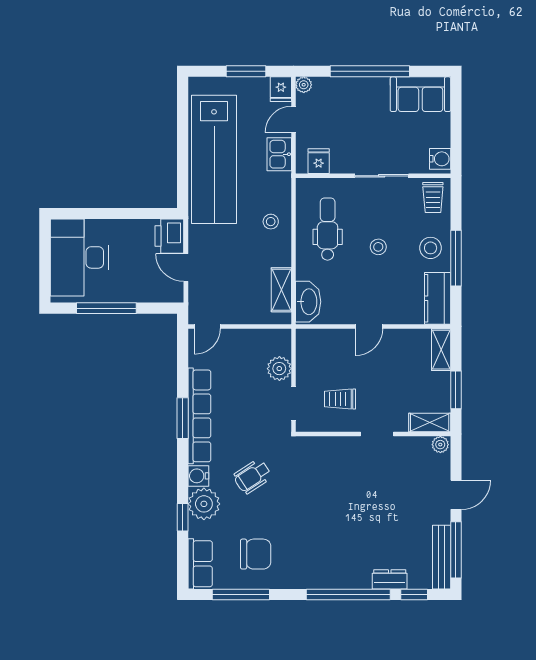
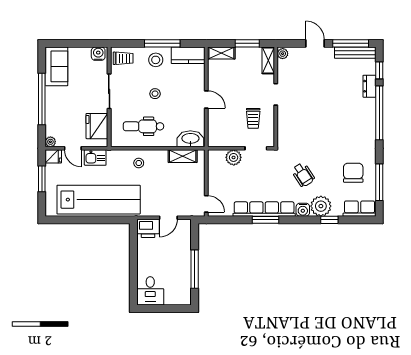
fridge: (319, 161) -> (97, 126), width x1.88, depth x1.34
desk: (79, 257) -> (150, 291), width x0.53, depth x0.77

